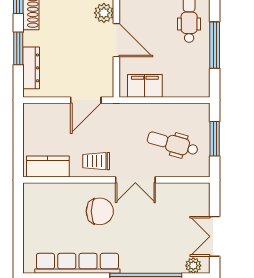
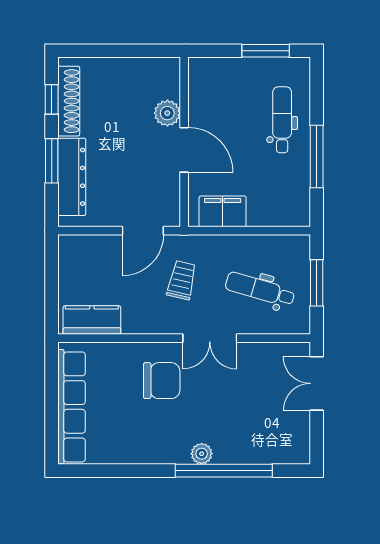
dresser: (31, 68) -> (72, 177), width x1.37, depth x1.24
trolley: (96, 161) -> (182, 280), moved, turned 103
double door: (215, 236) -> (317, 383), moved
row of seats: (77, 263) -> (72, 407), moved, turned 90
plant: (193, 266) -> (202, 454), moved

